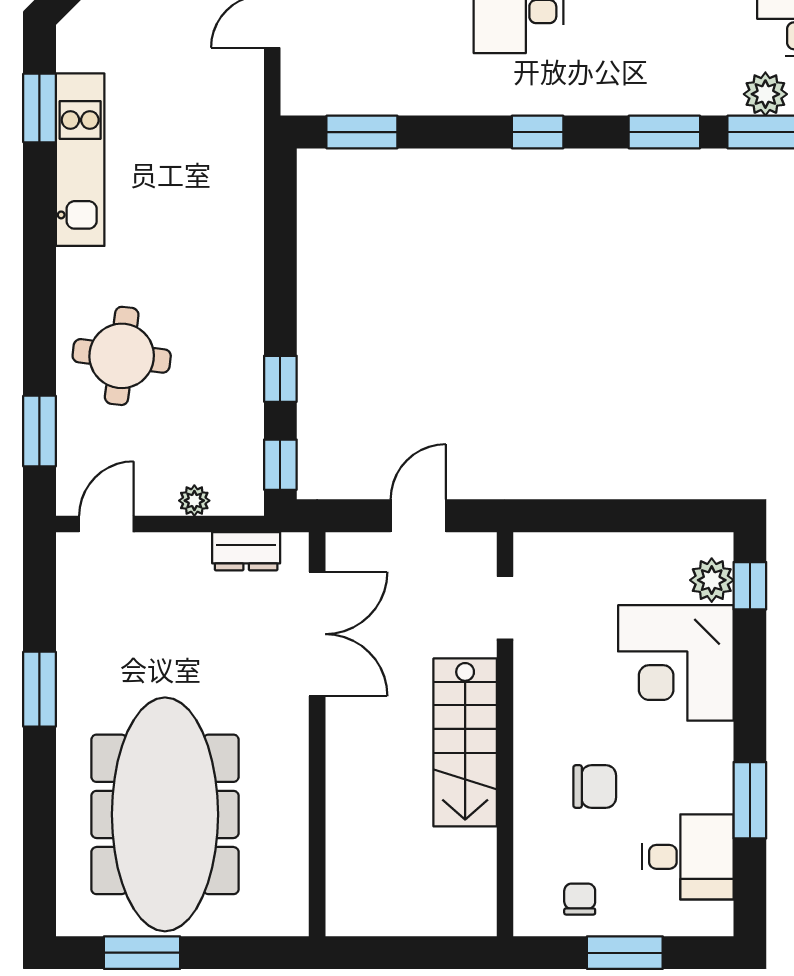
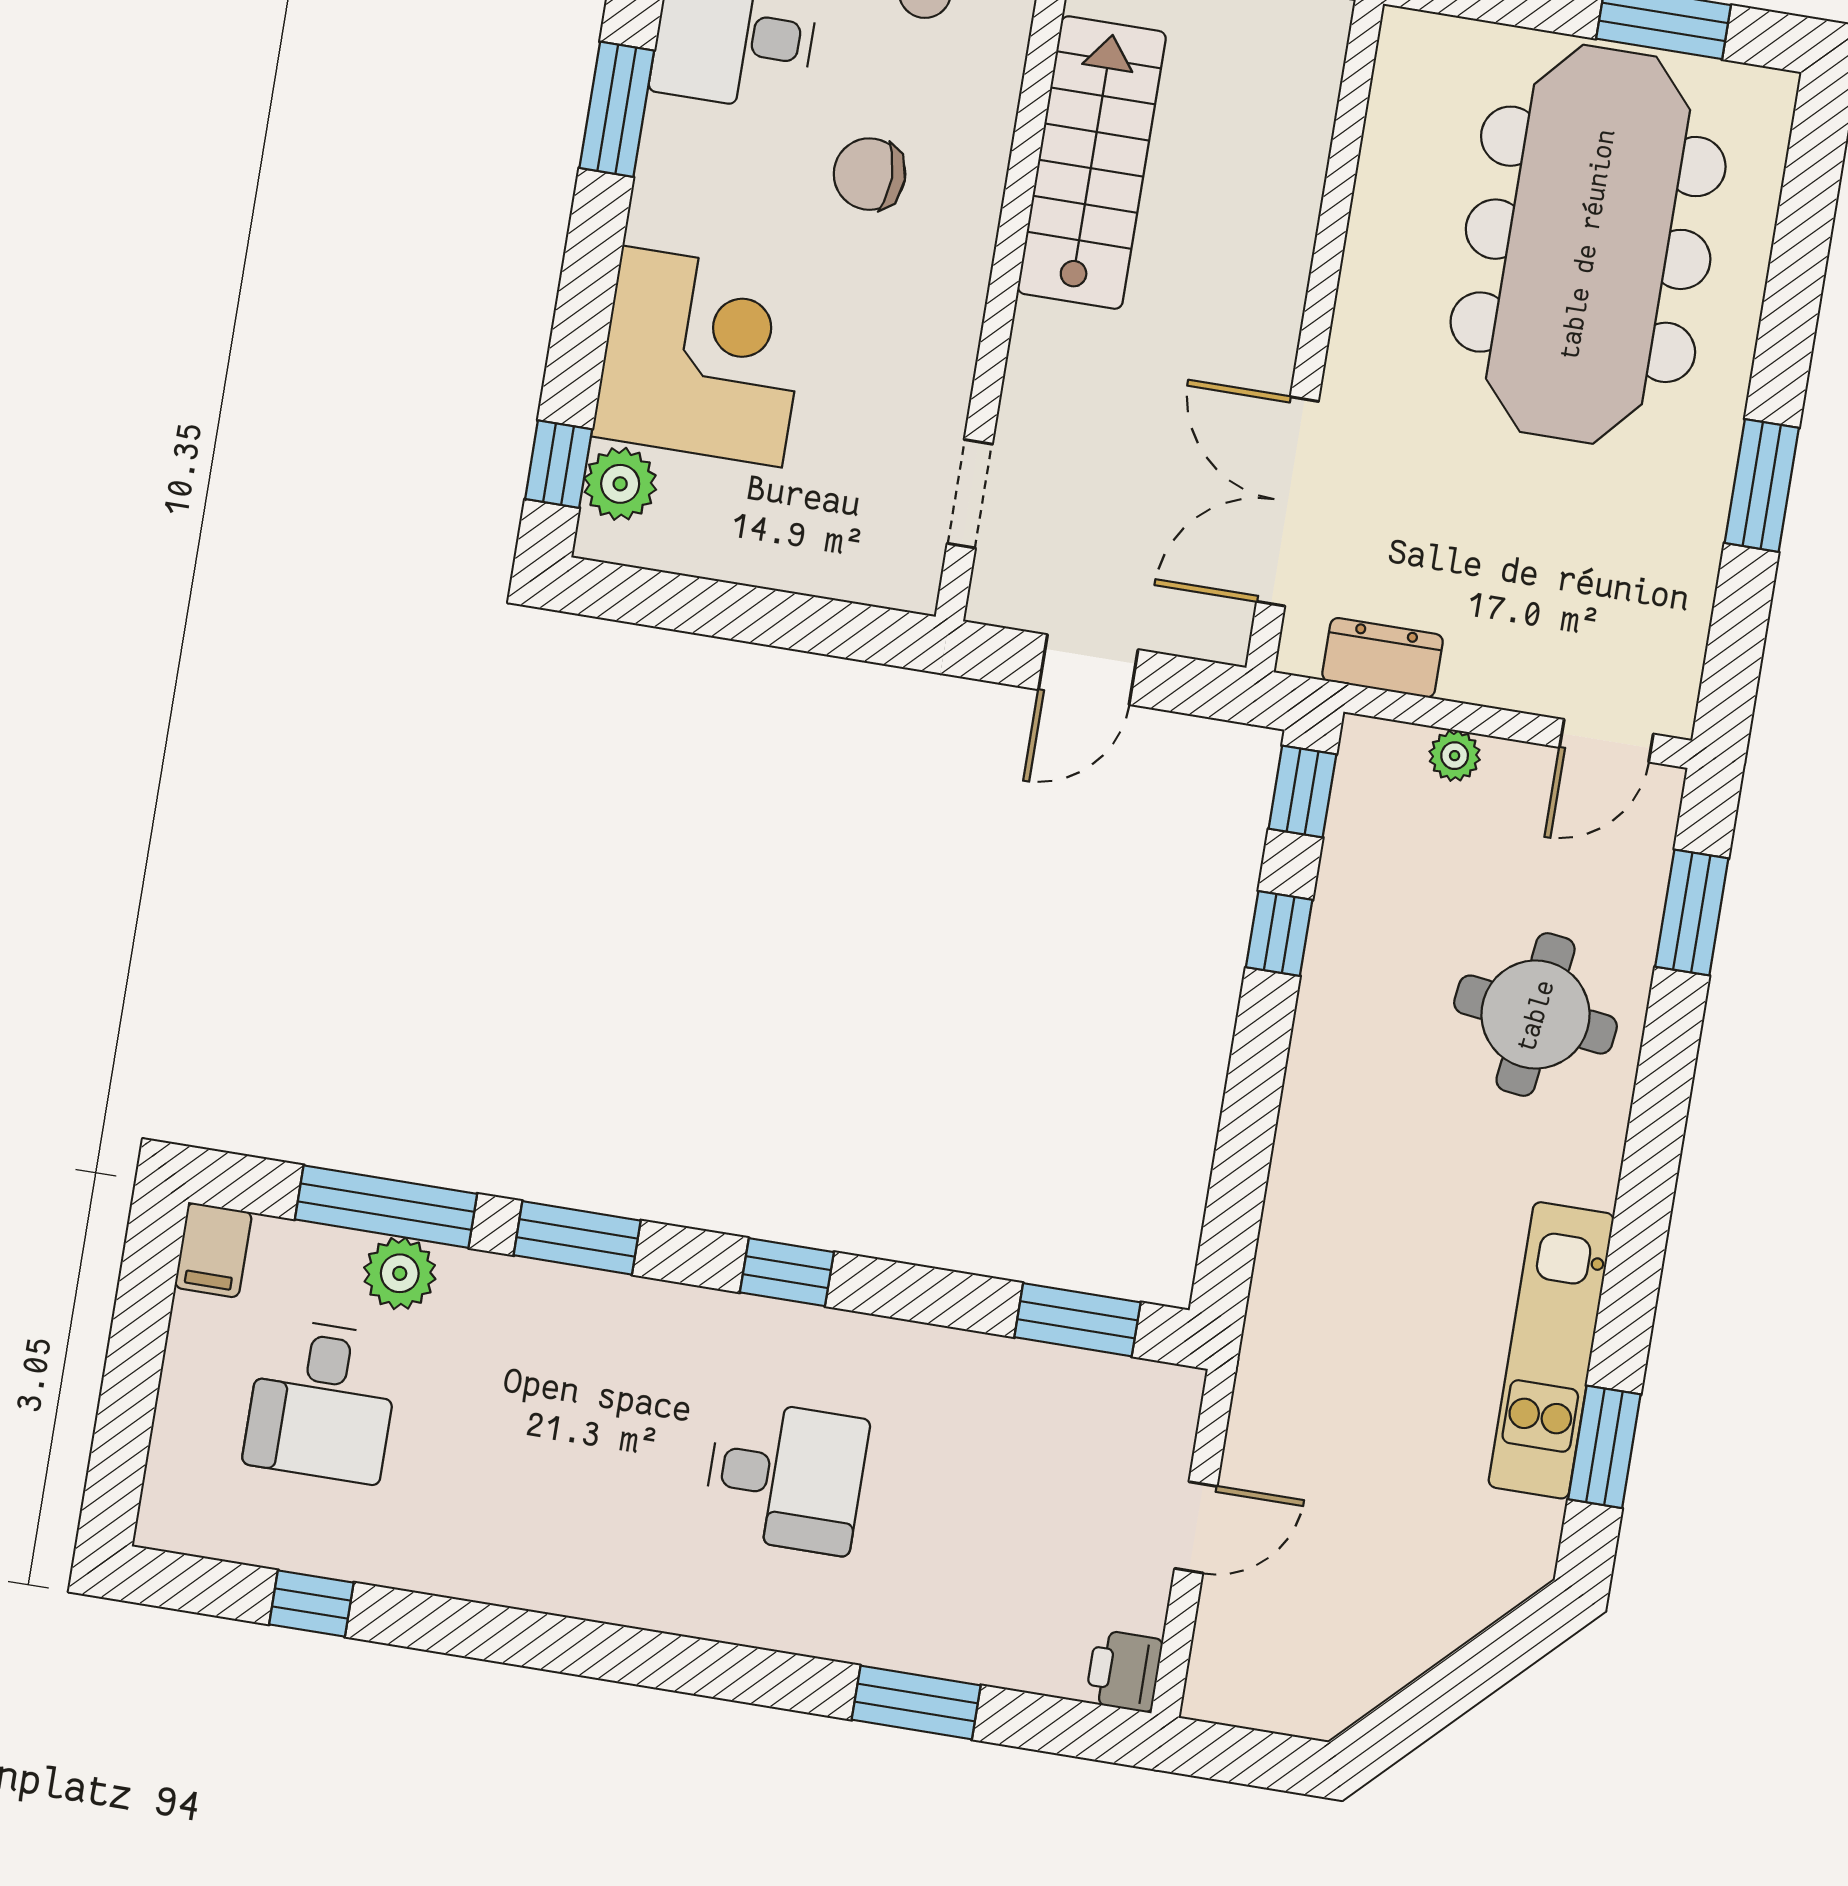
stairs: (465, 742) -> (1092, 163), moved

